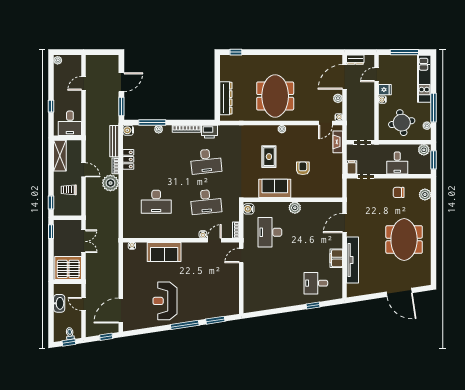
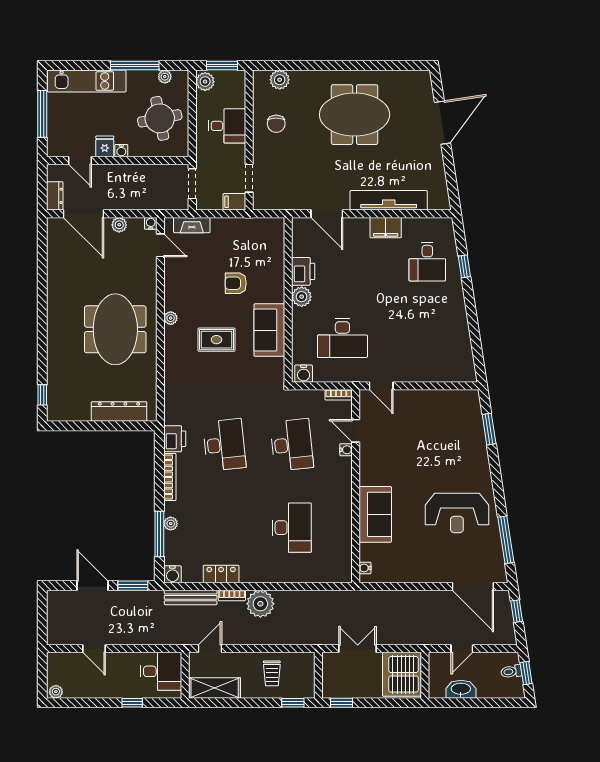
meeting table: (275, 96) -> (115, 329), turned 90
door: (84, 170) -> (210, 649), moved
printer: (310, 209) -> (303, 271), added
window: (185, 325) -> (506, 540), moved

